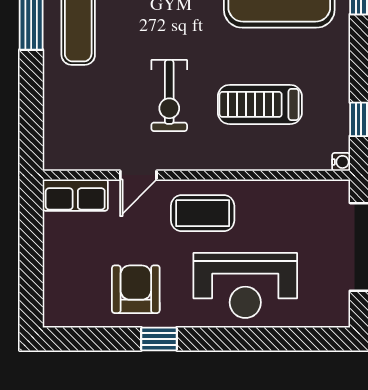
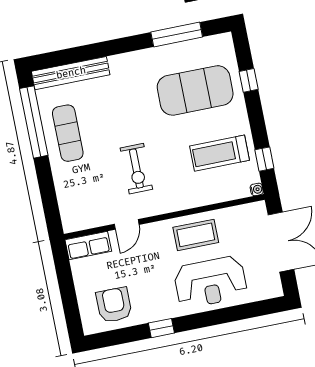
treadmill: (260, 104) -> (219, 153), moved
coffee table: (203, 213) -> (196, 235), moved
armchair: (136, 289) -> (114, 305), moved

